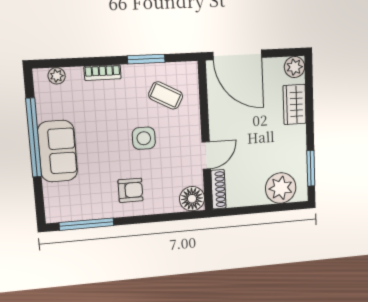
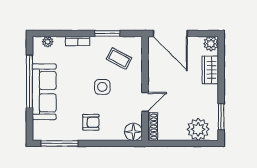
sofa: (58, 151) -> (44, 92), width x1.36

